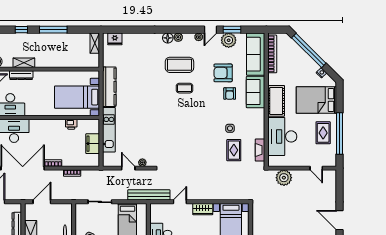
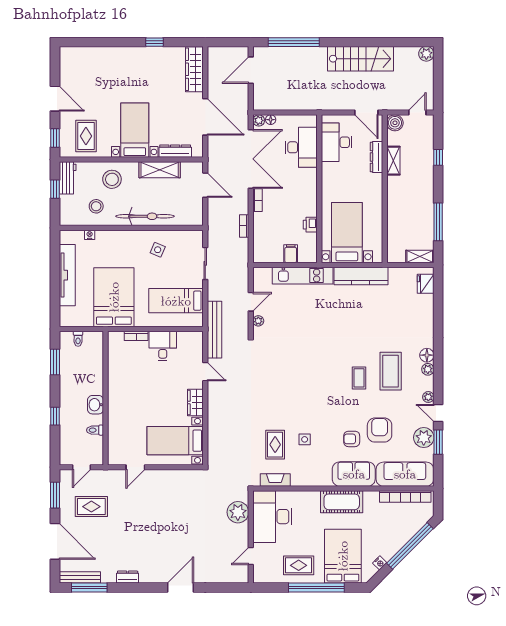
window: (53, 30) -> (438, 222), moved
window: (340, 133) -> (316, 587), moved
desk: (282, 136) -> (272, 517), moved, turned -90
filing cabinet: (93, 144) -> (291, 254), width x0.50
rug: (234, 150) -> (275, 445), turned 90

